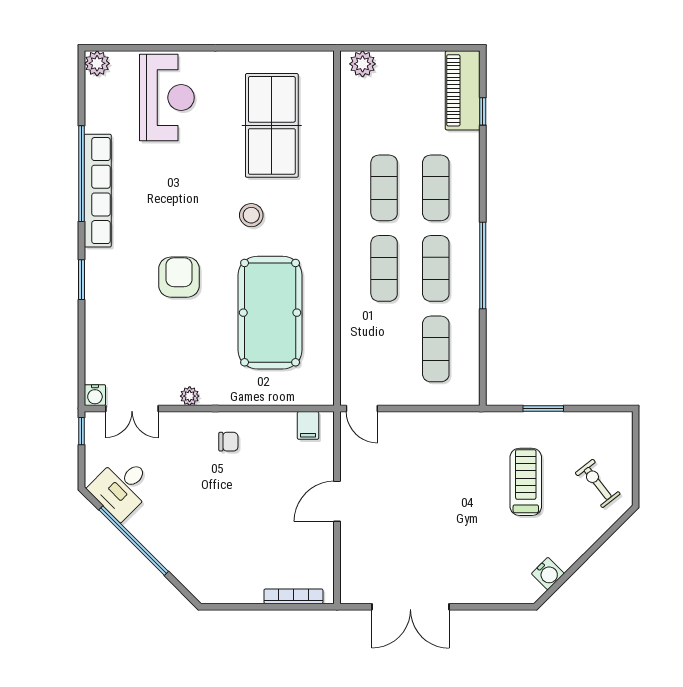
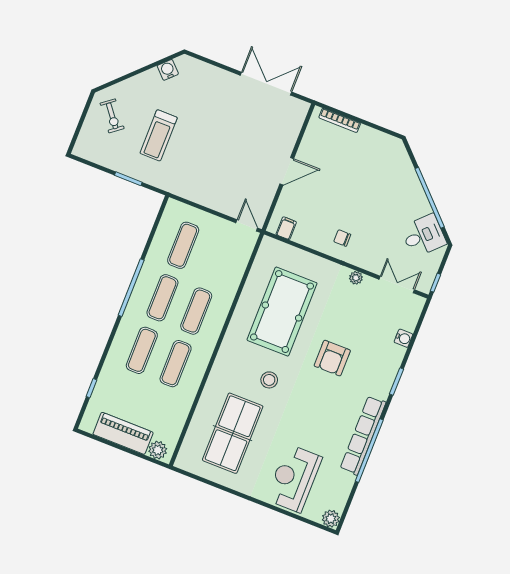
piano: (463, 90) -> (123, 433), moved, turned -90
water cooler: (95, 395) -> (403, 338), moved, turned 90

